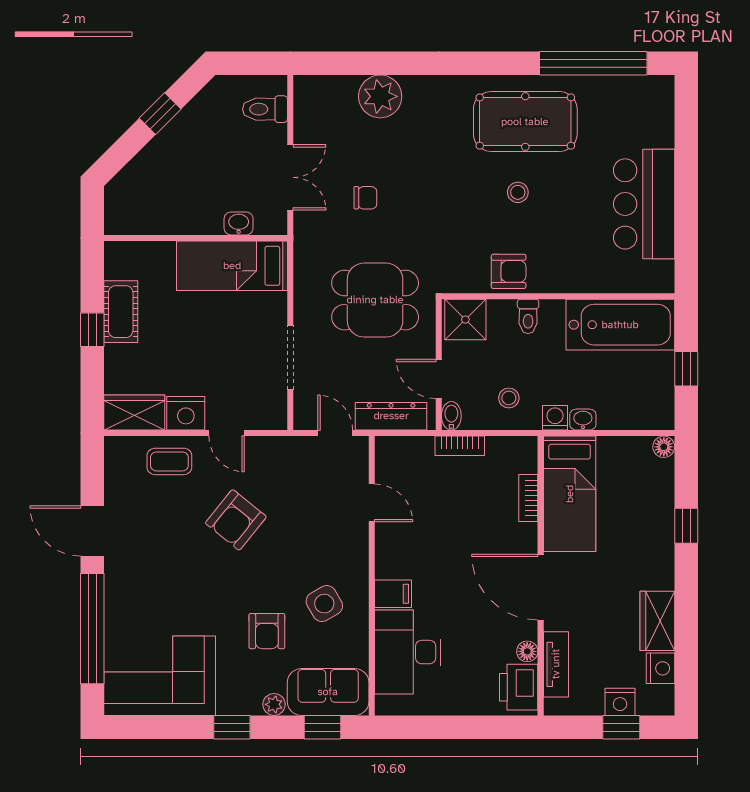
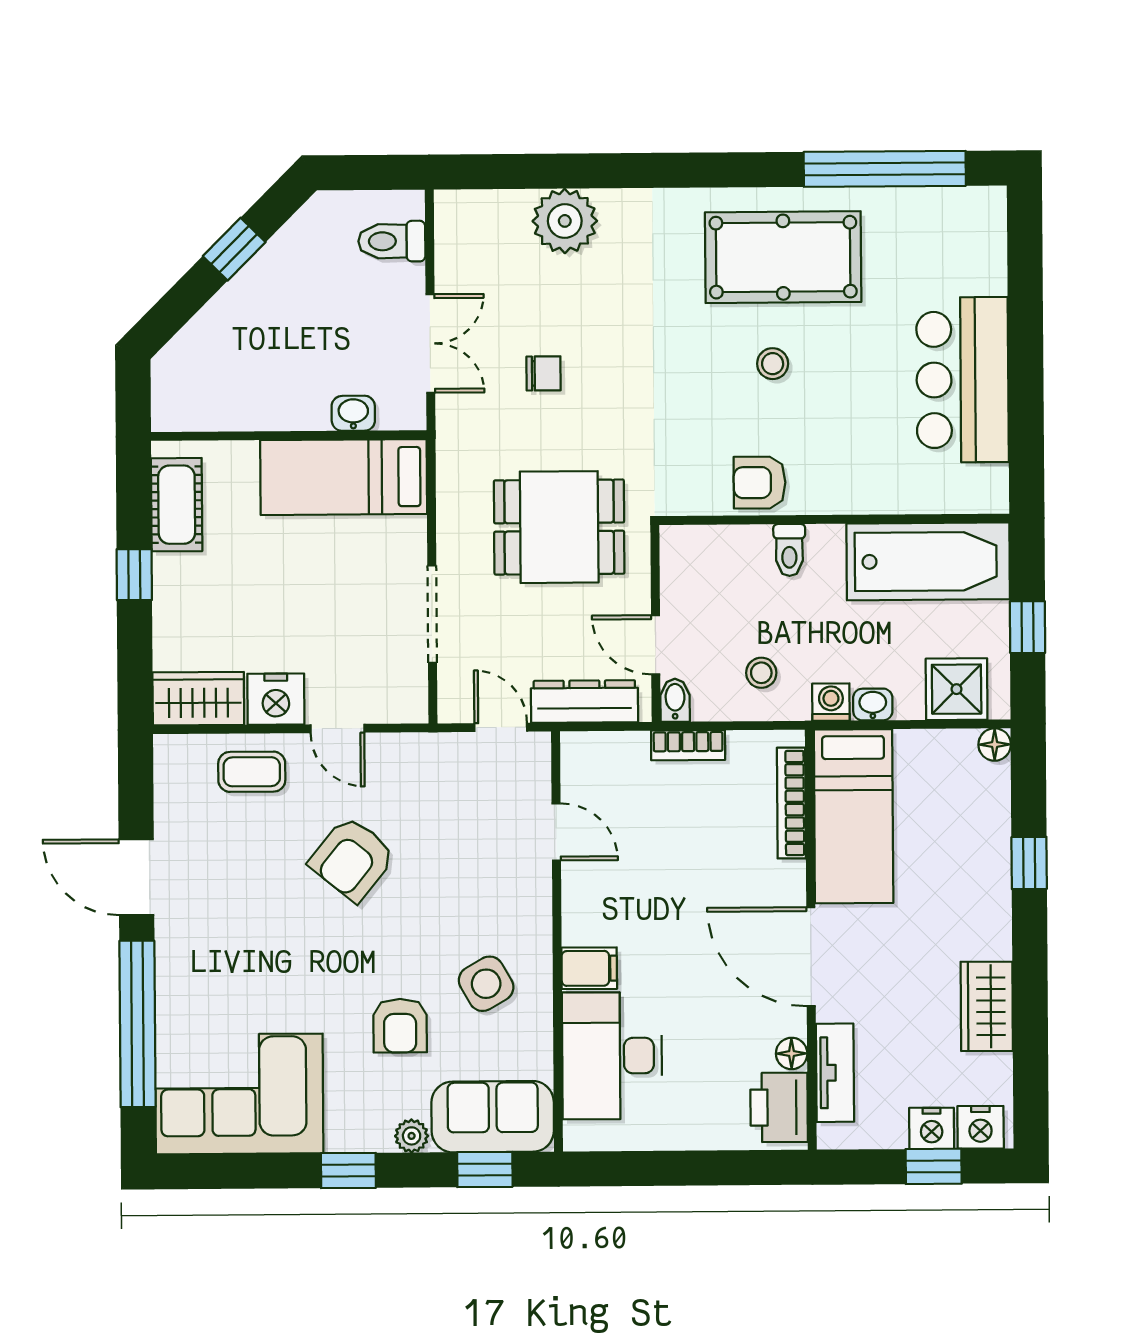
armchair: (509, 271) -> (760, 483), turned 180
cot: (121, 312) -> (177, 505), moved
shower: (465, 320) -> (957, 689), moved
bookcase: (528, 498) -> (791, 803), width x1.56
nightstand: (660, 668) -> (981, 1127), moved, turned 90

